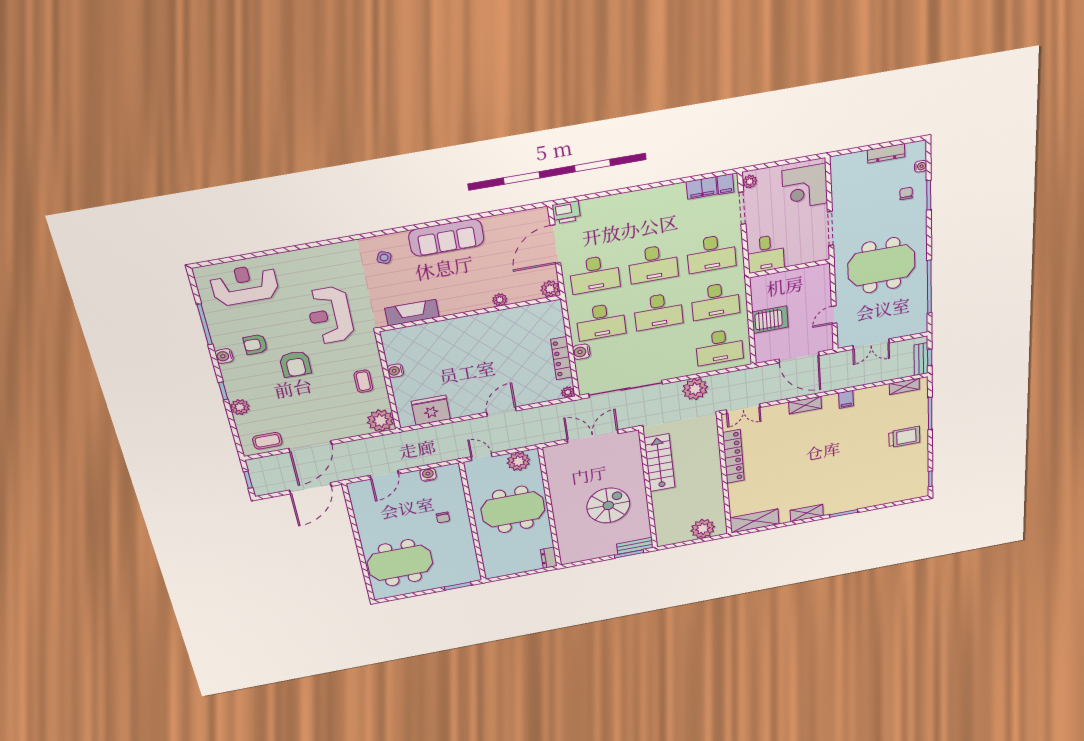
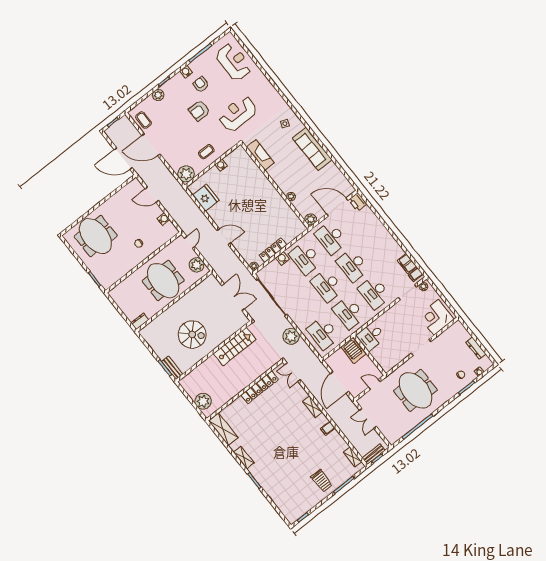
desk: (766, 254) -> (371, 336), moved
wall: (790, 268) -> (370, 355), moved

